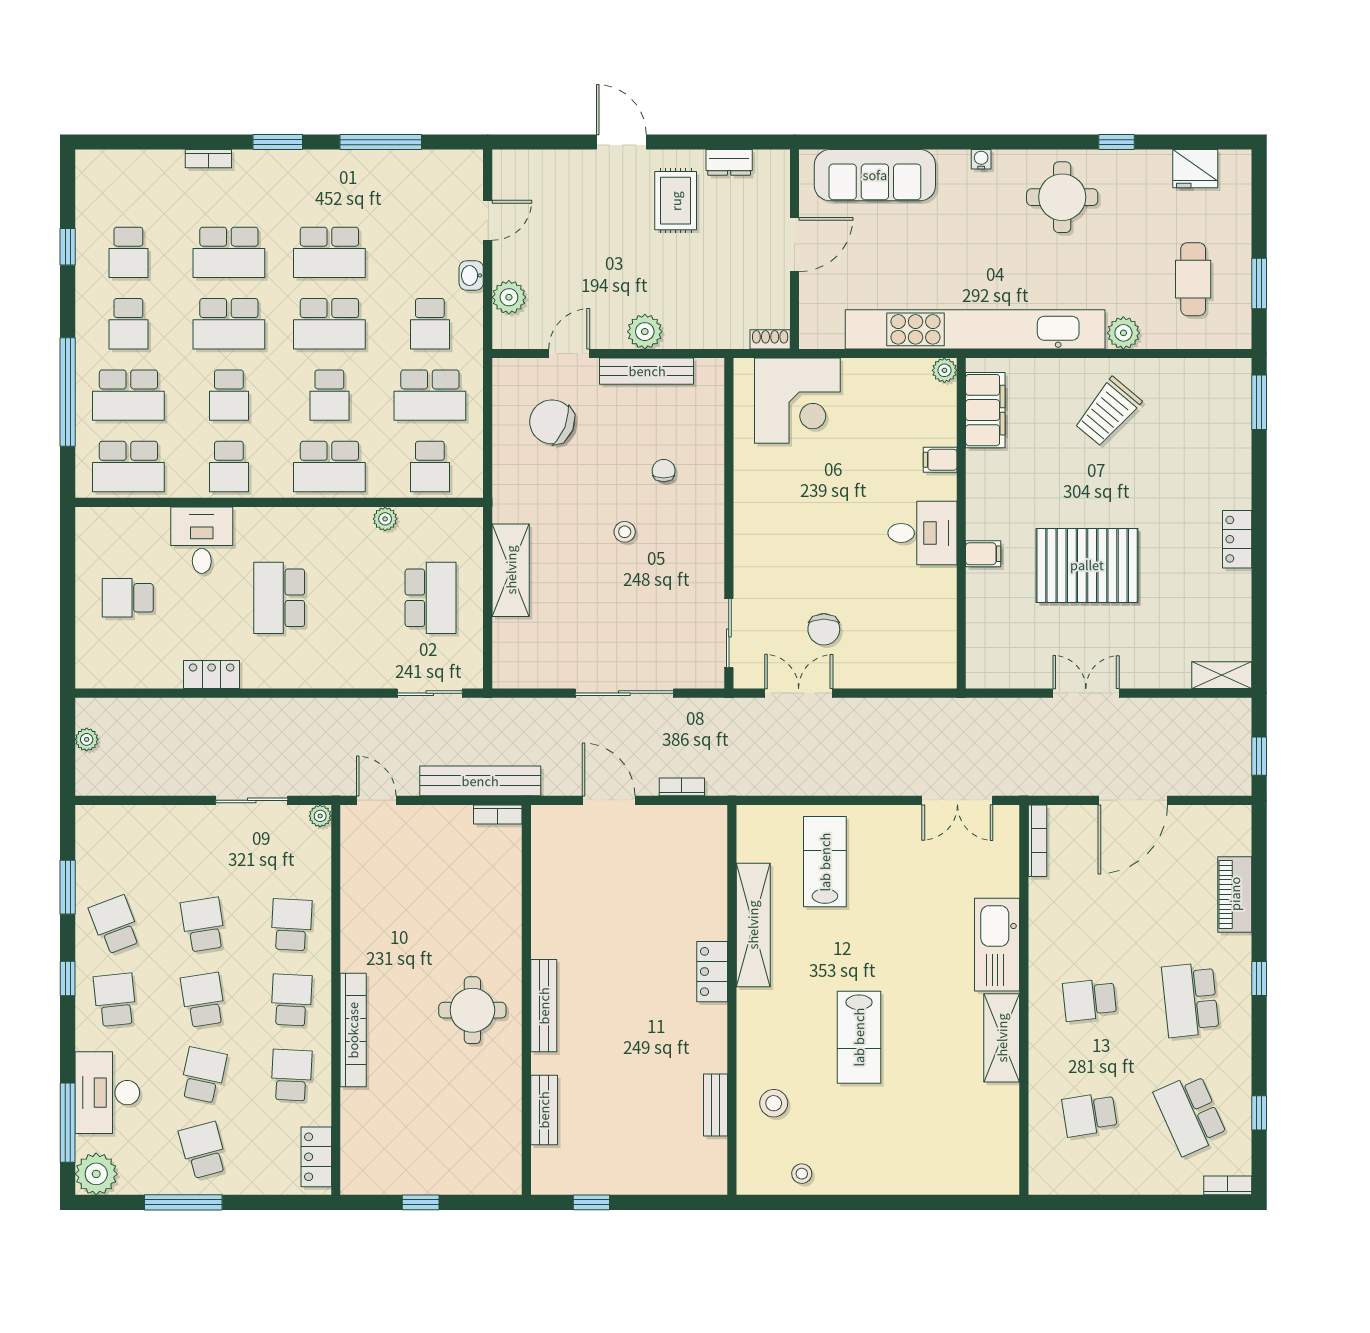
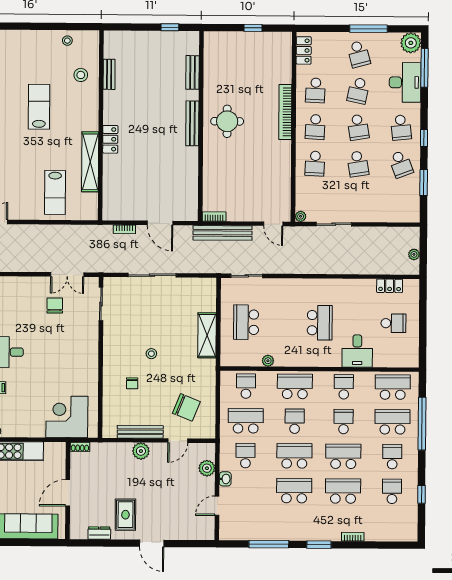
locker: (212, 675) -> (390, 286), moved

